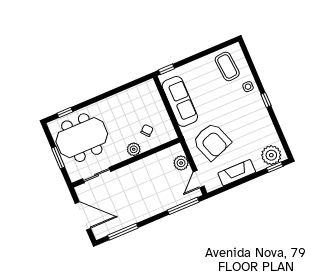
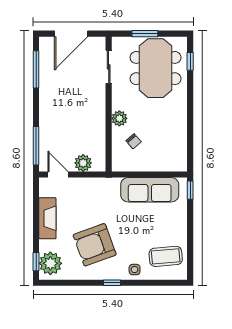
armchair: (212, 141) -> (95, 245), moved

